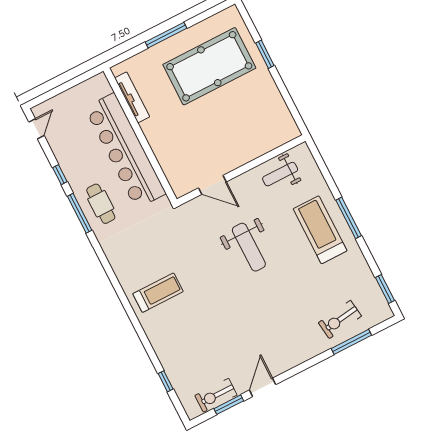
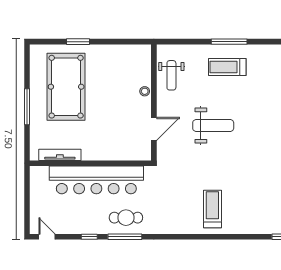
stool: (248, 154) -> (145, 91), added
treadmill: (320, 230) -> (227, 67), width x0.73, depth x0.73

